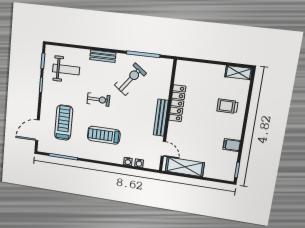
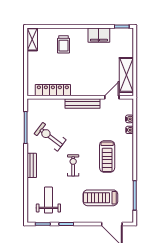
locker: (177, 103) -> (53, 90), moved
filing cabinet: (232, 145) -> (99, 35), width x2.00

